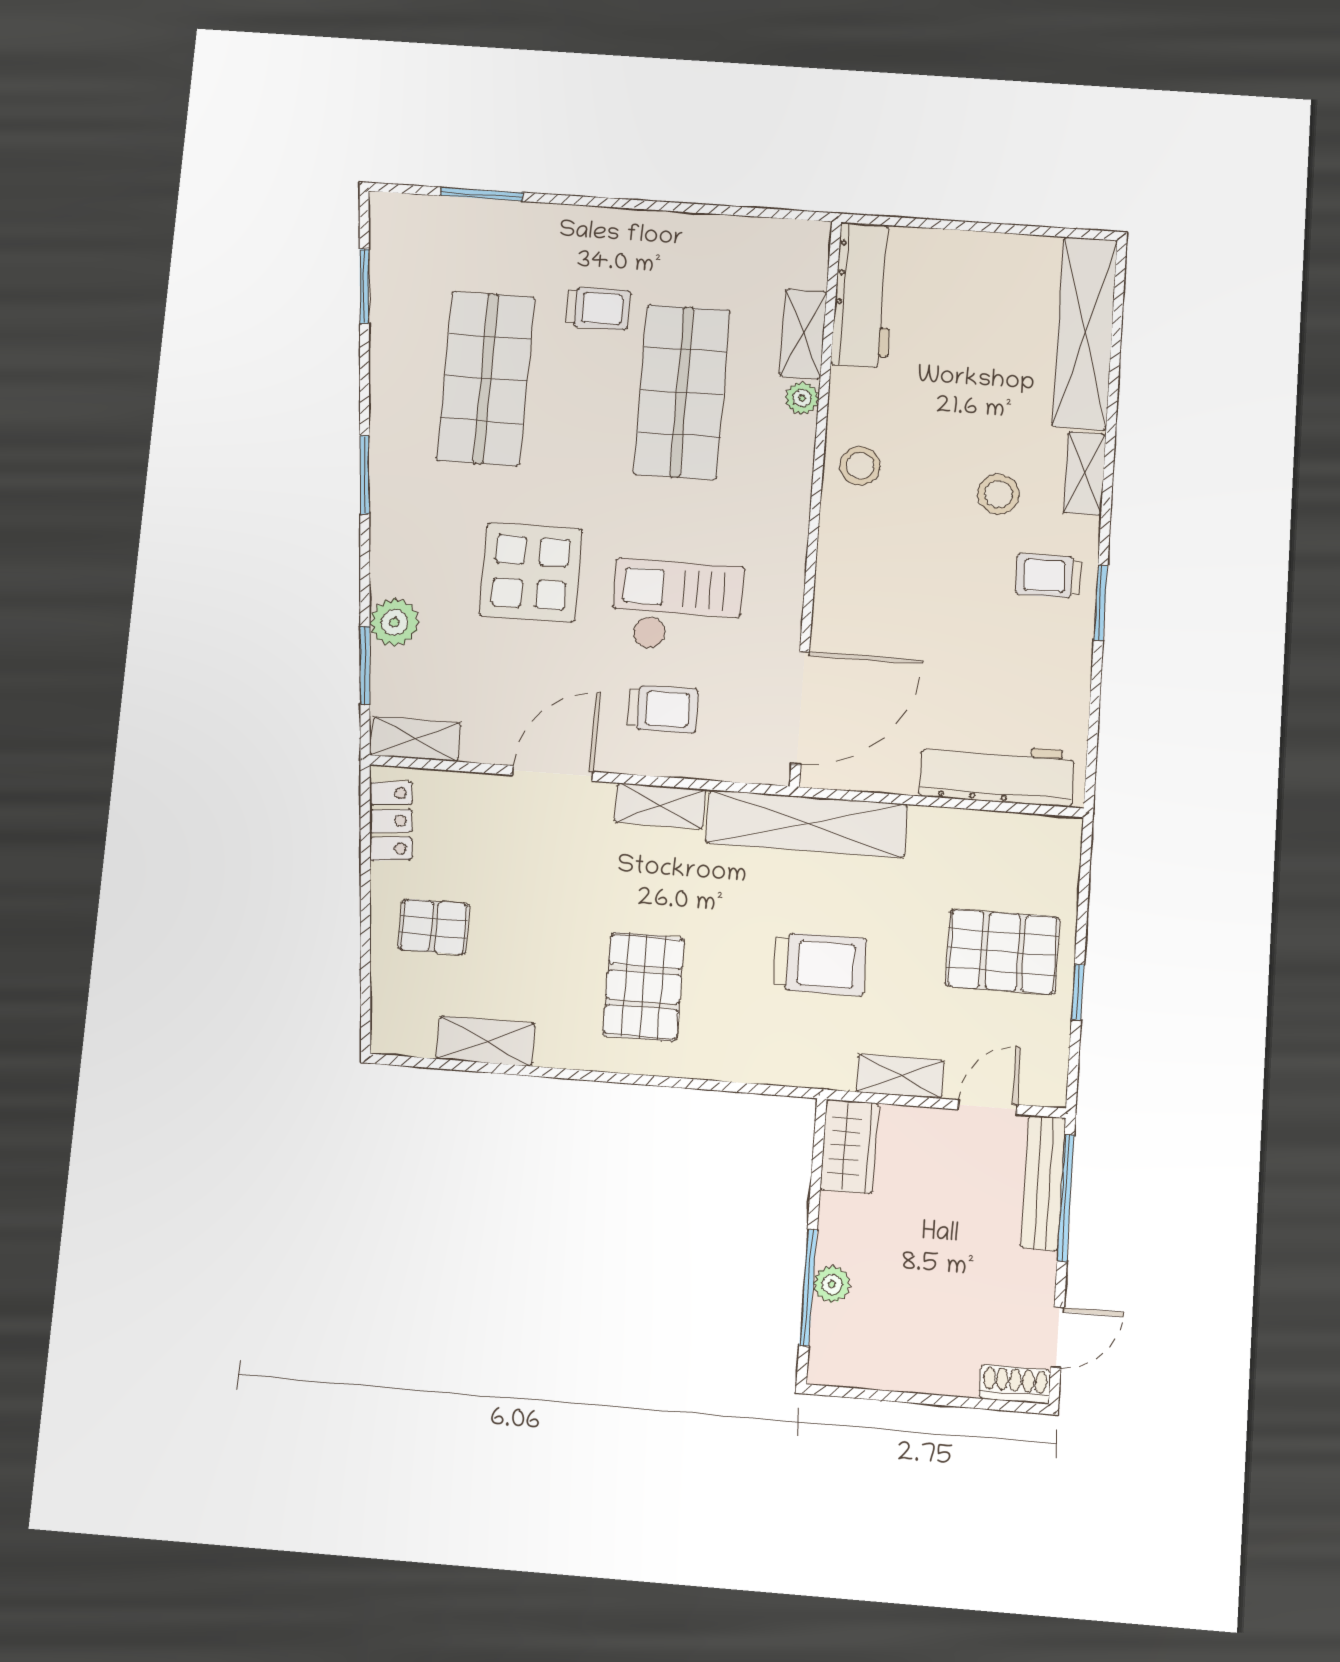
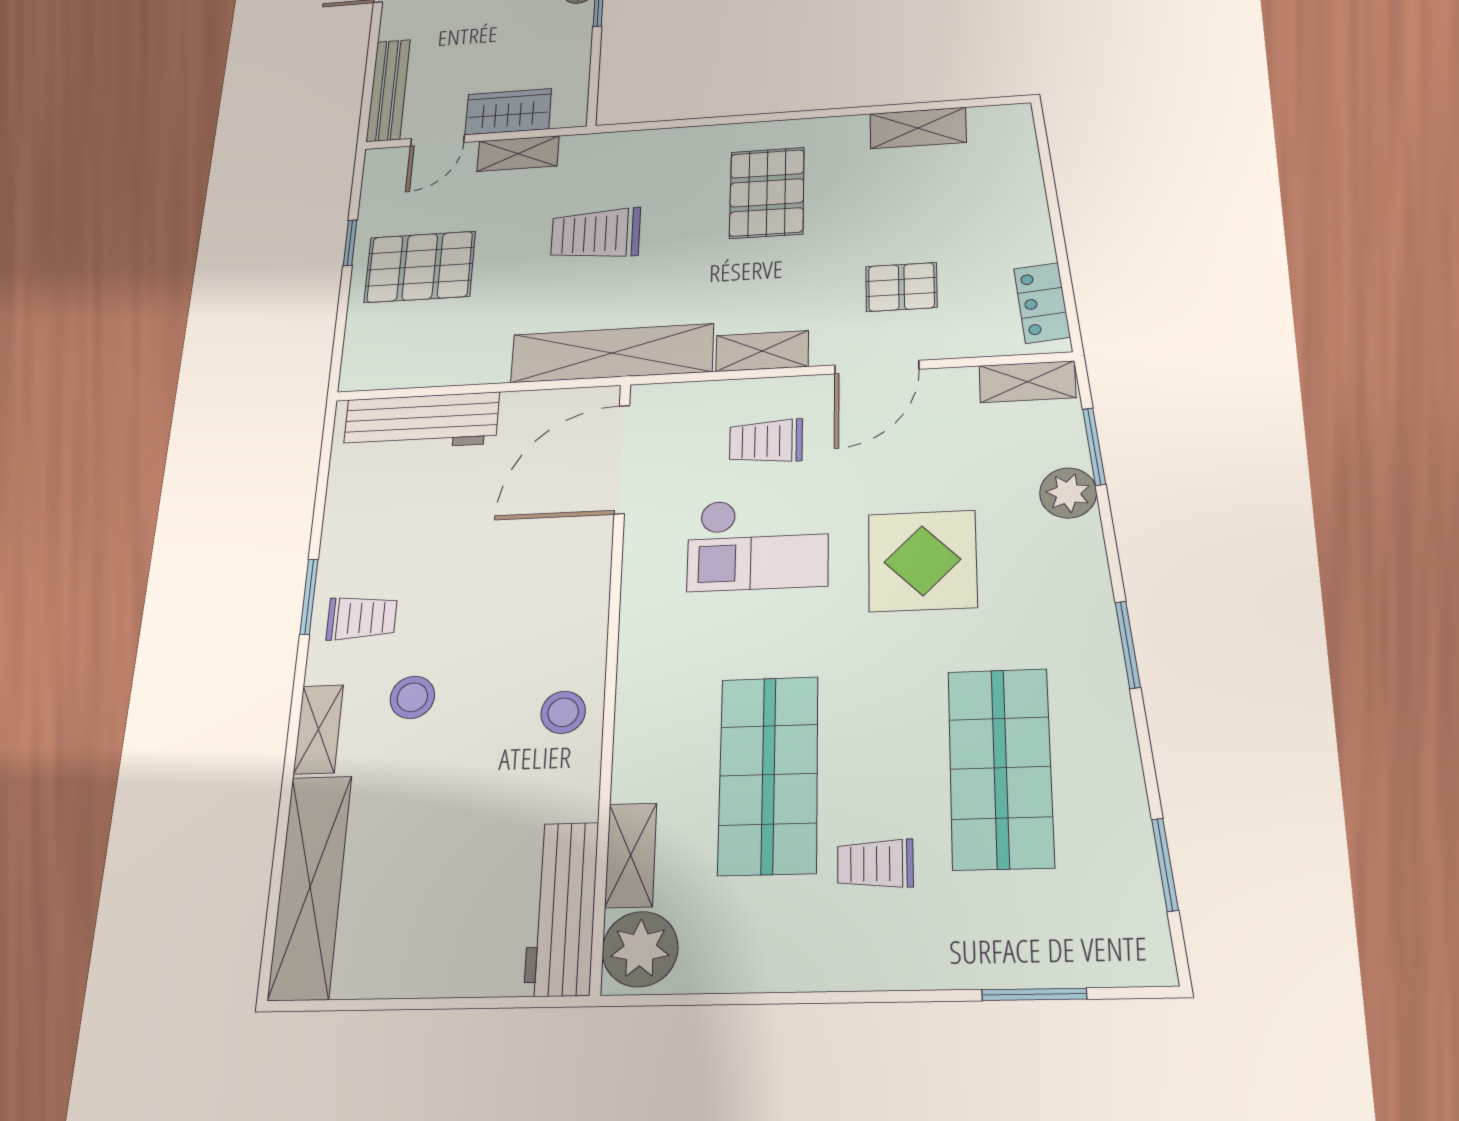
plant: (802, 398) -> (640, 949), moved, width x1.87, depth x1.87
pallet: (434, 927) -> (901, 287), moved
wardrobe: (849, 1146) -> (508, 112), moved, turned 90
window: (1066, 1198) -> (369, 82), removed

